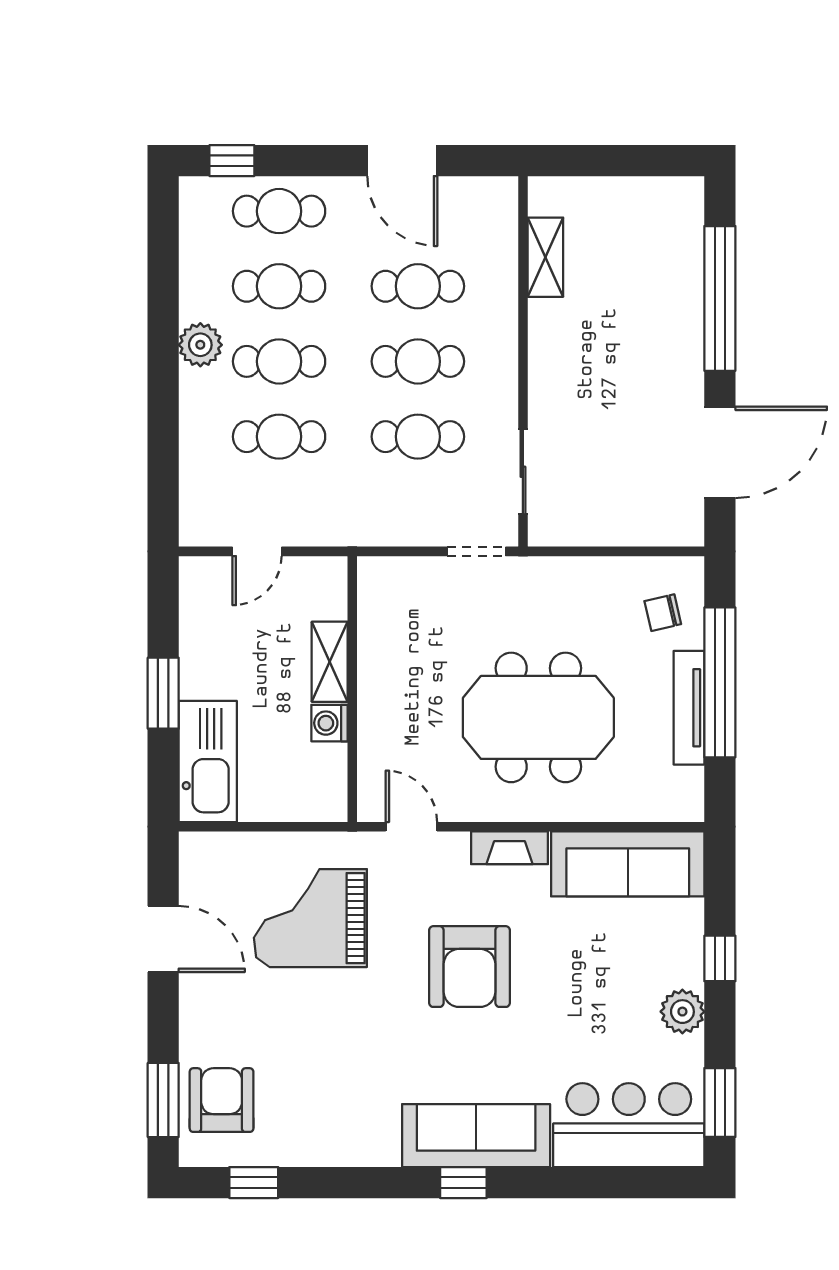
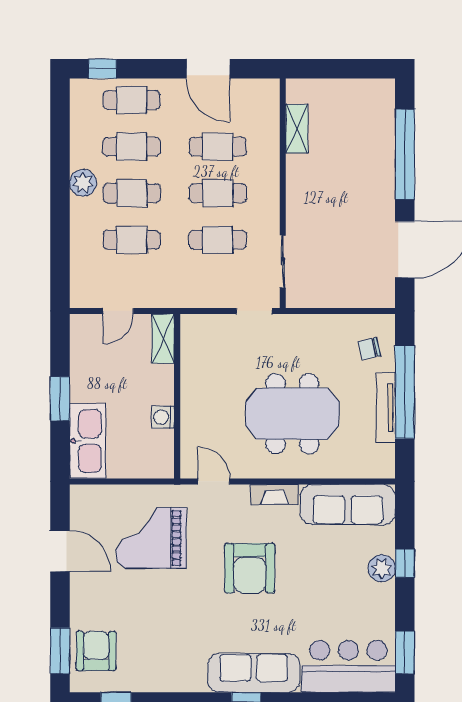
shelving: (330, 662) -> (163, 339), moved
plant: (682, 1012) -> (382, 568), moved

